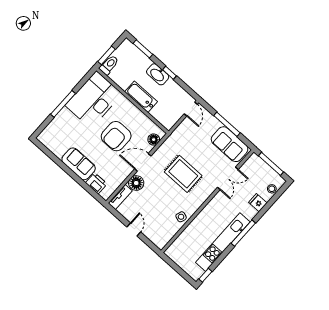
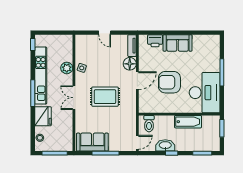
toilet: (109, 65) -> (149, 124), moved
washbasin: (158, 74) -> (165, 145), moved
bathtub: (141, 97) -> (188, 122), moved
door: (191, 109) -> (137, 142), swing flipped
armchair: (116, 136) -> (169, 82), turned -90
floor lamp: (154, 140) -> (143, 102), removed
double door: (228, 178) -> (74, 98), moved
fridge: (258, 203) -> (43, 116), width x1.88, depth x1.34
plant: (194, 228) -> (67, 68), added

